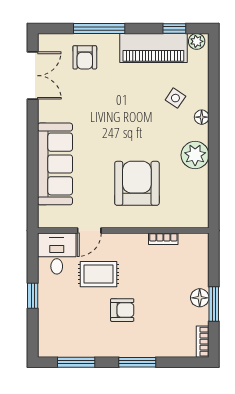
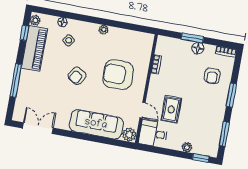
armchair: (85, 57) -> (77, 76), moved, turned 123
floor lamp: (202, 117) -> (62, 22), moved
plant: (195, 155) -> (104, 30), width x0.53, depth x0.53
plant: (48, 217) -> (129, 135), added
window: (33, 296) -> (201, 158), moved
window: (214, 304) -> (192, 38), moved
plant: (45, 309) -> (187, 147), added
armchair: (122, 310) -> (212, 76), moved, turned 180

